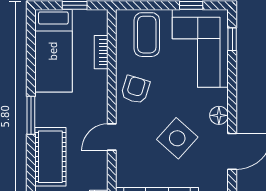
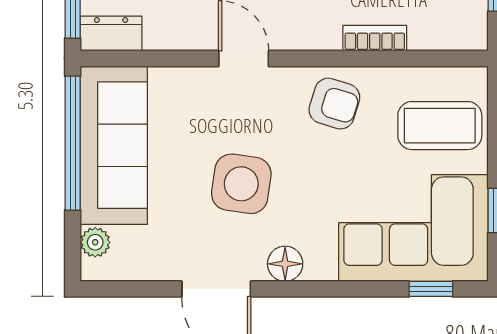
bookcase: (101, 52) -> (375, 38), moved
side table: (177, 138) -> (241, 184), turned -34

